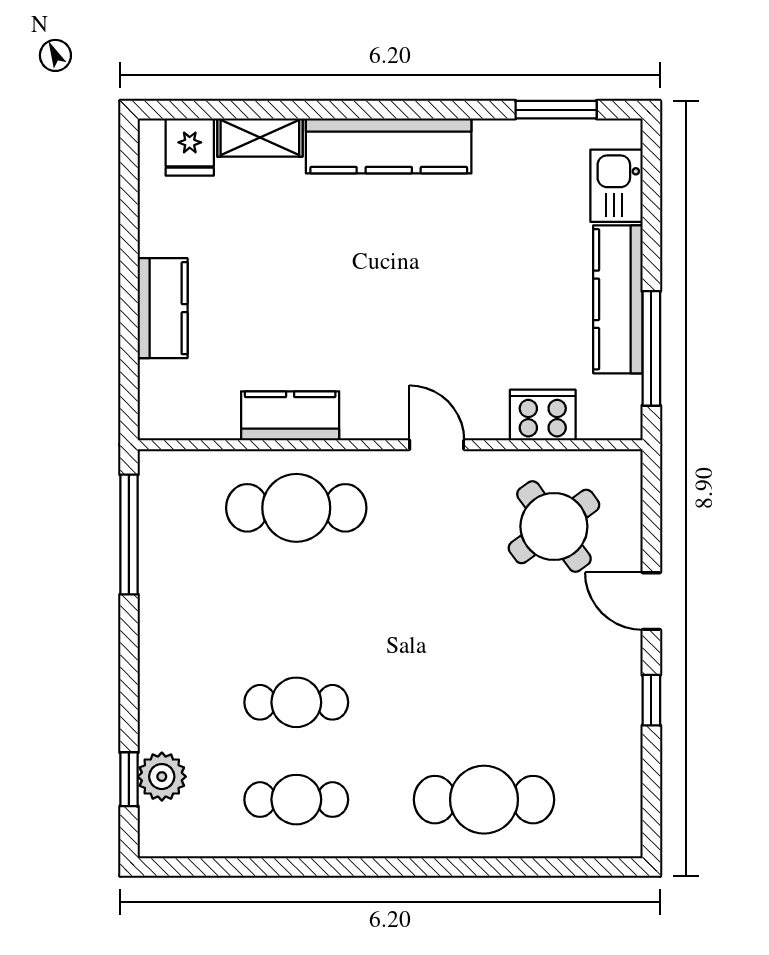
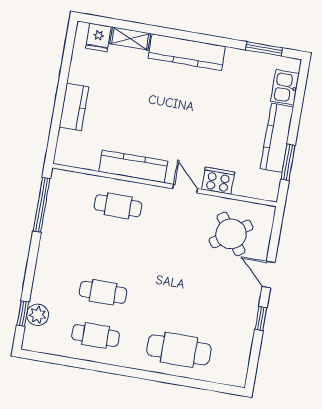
window: (651, 348) -> (288, 162), width x0.69
cooker: (543, 415) -> (218, 181), moved
kitchen counter: (290, 416) -> (133, 166), width x1.50
cafe table: (296, 508) -> (118, 206), width x0.73, depth x0.74

